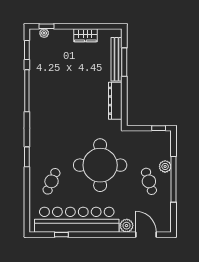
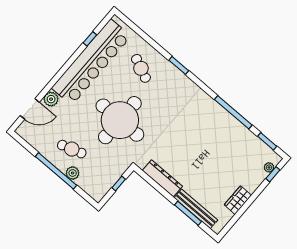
window: (159, 128) -> (119, 184), moved

